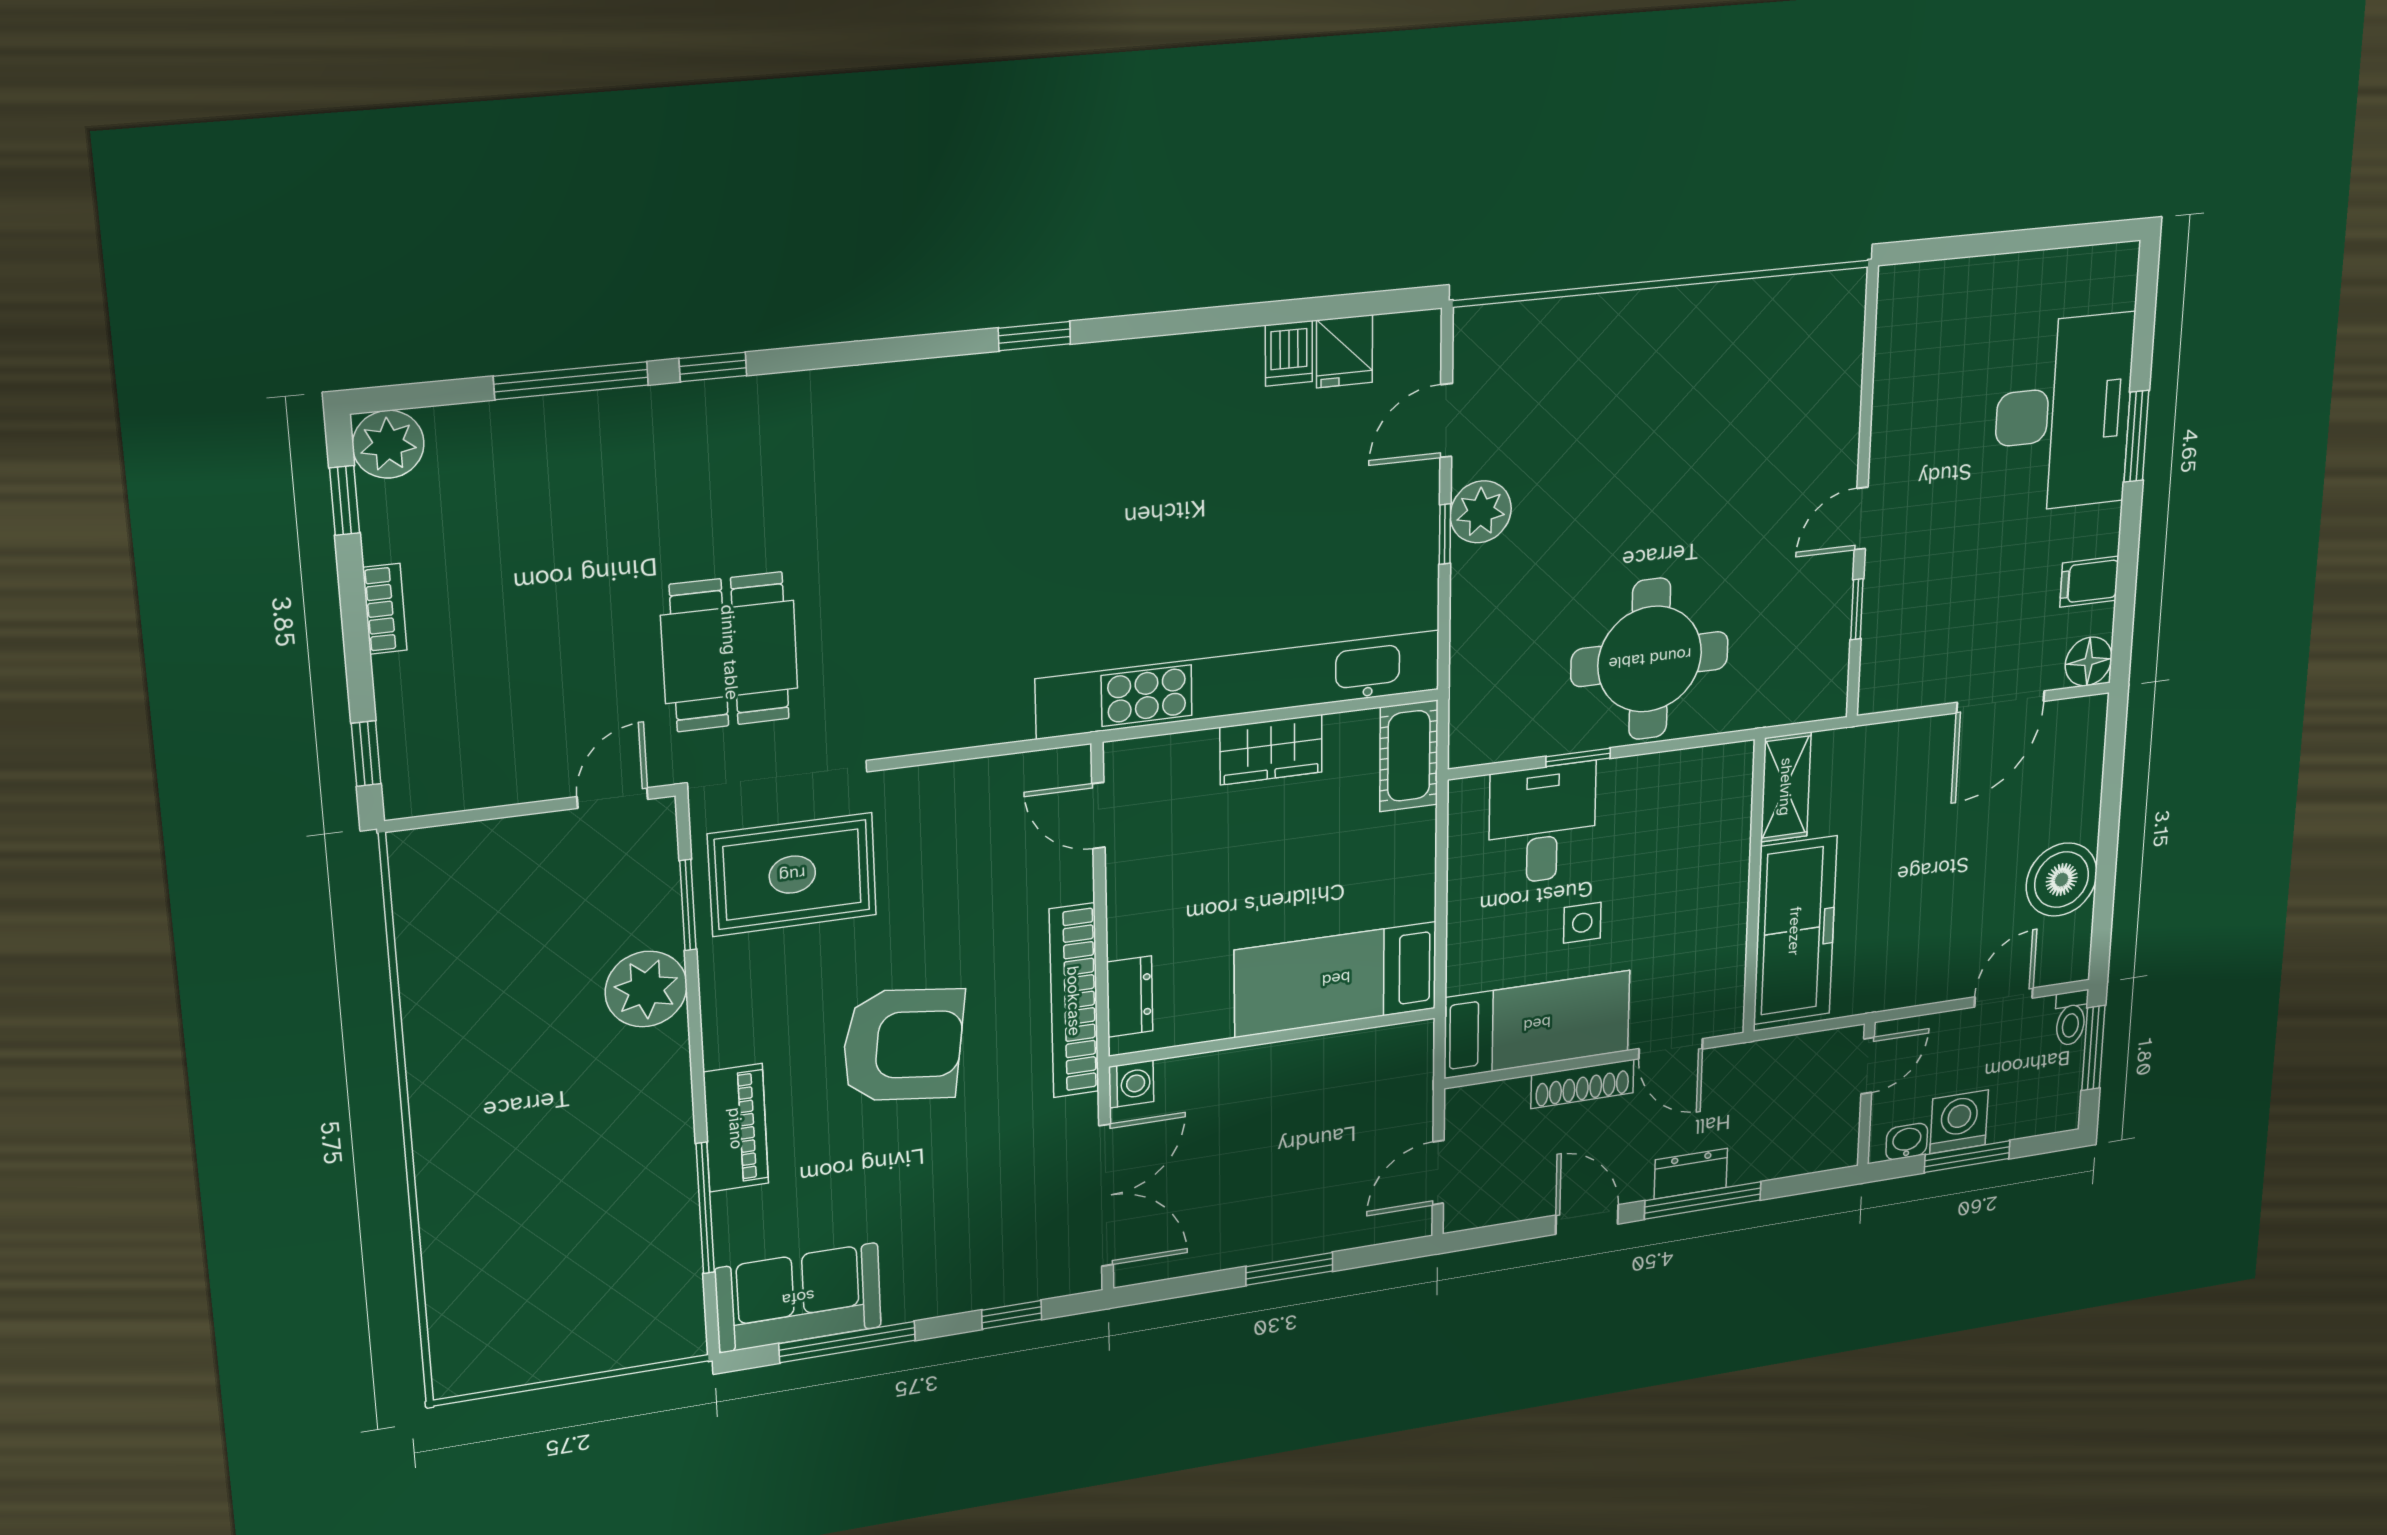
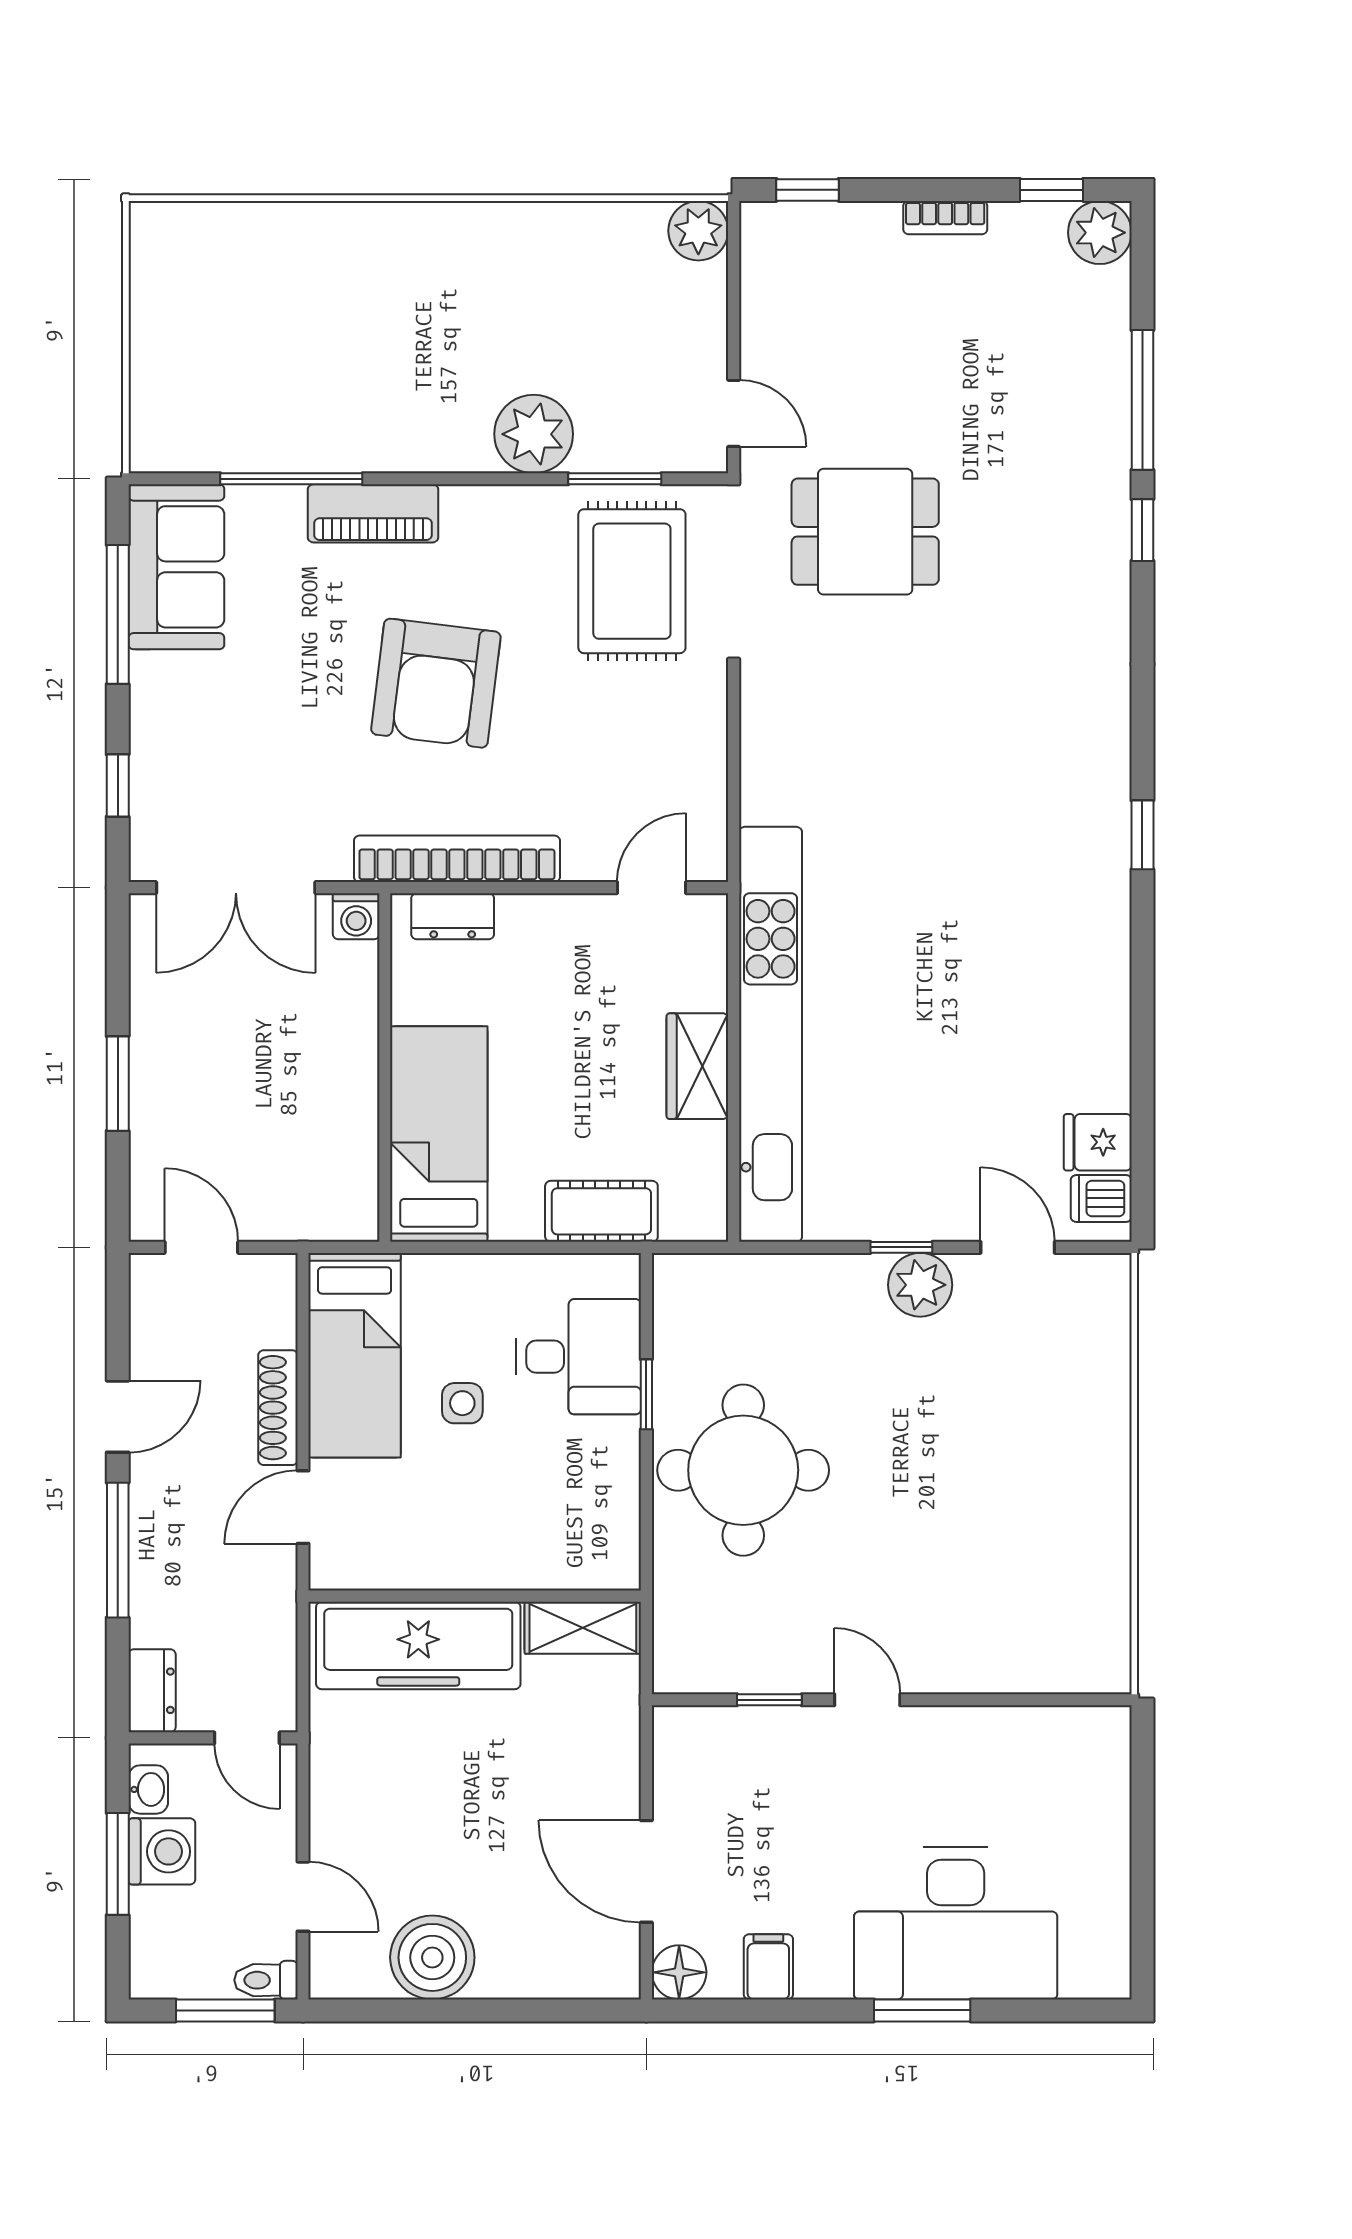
dishwasher: (1289, 353) -> (1101, 1198), moved
cot: (1409, 756) -> (601, 1211), moved
plant: (420, 858) -> (698, 231), added
dresser: (1691, 1174) -> (152, 1691), moved

